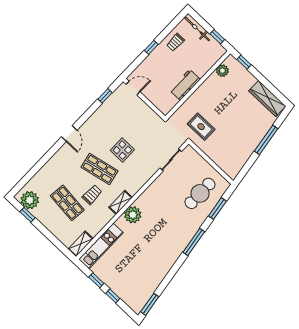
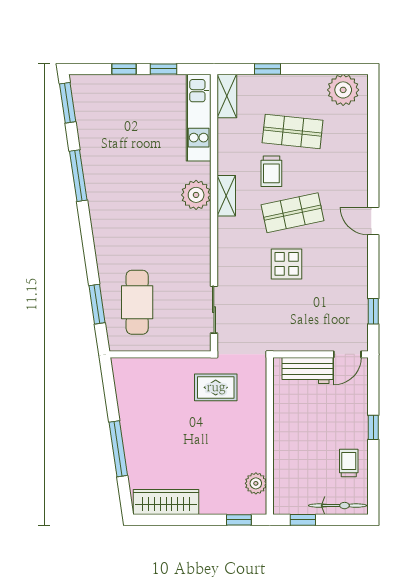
workbench: (185, 85) -> (307, 371), moved, turned 90
window: (27, 215) -> (268, 69), moved
window: (194, 242) -> (78, 176), moved

